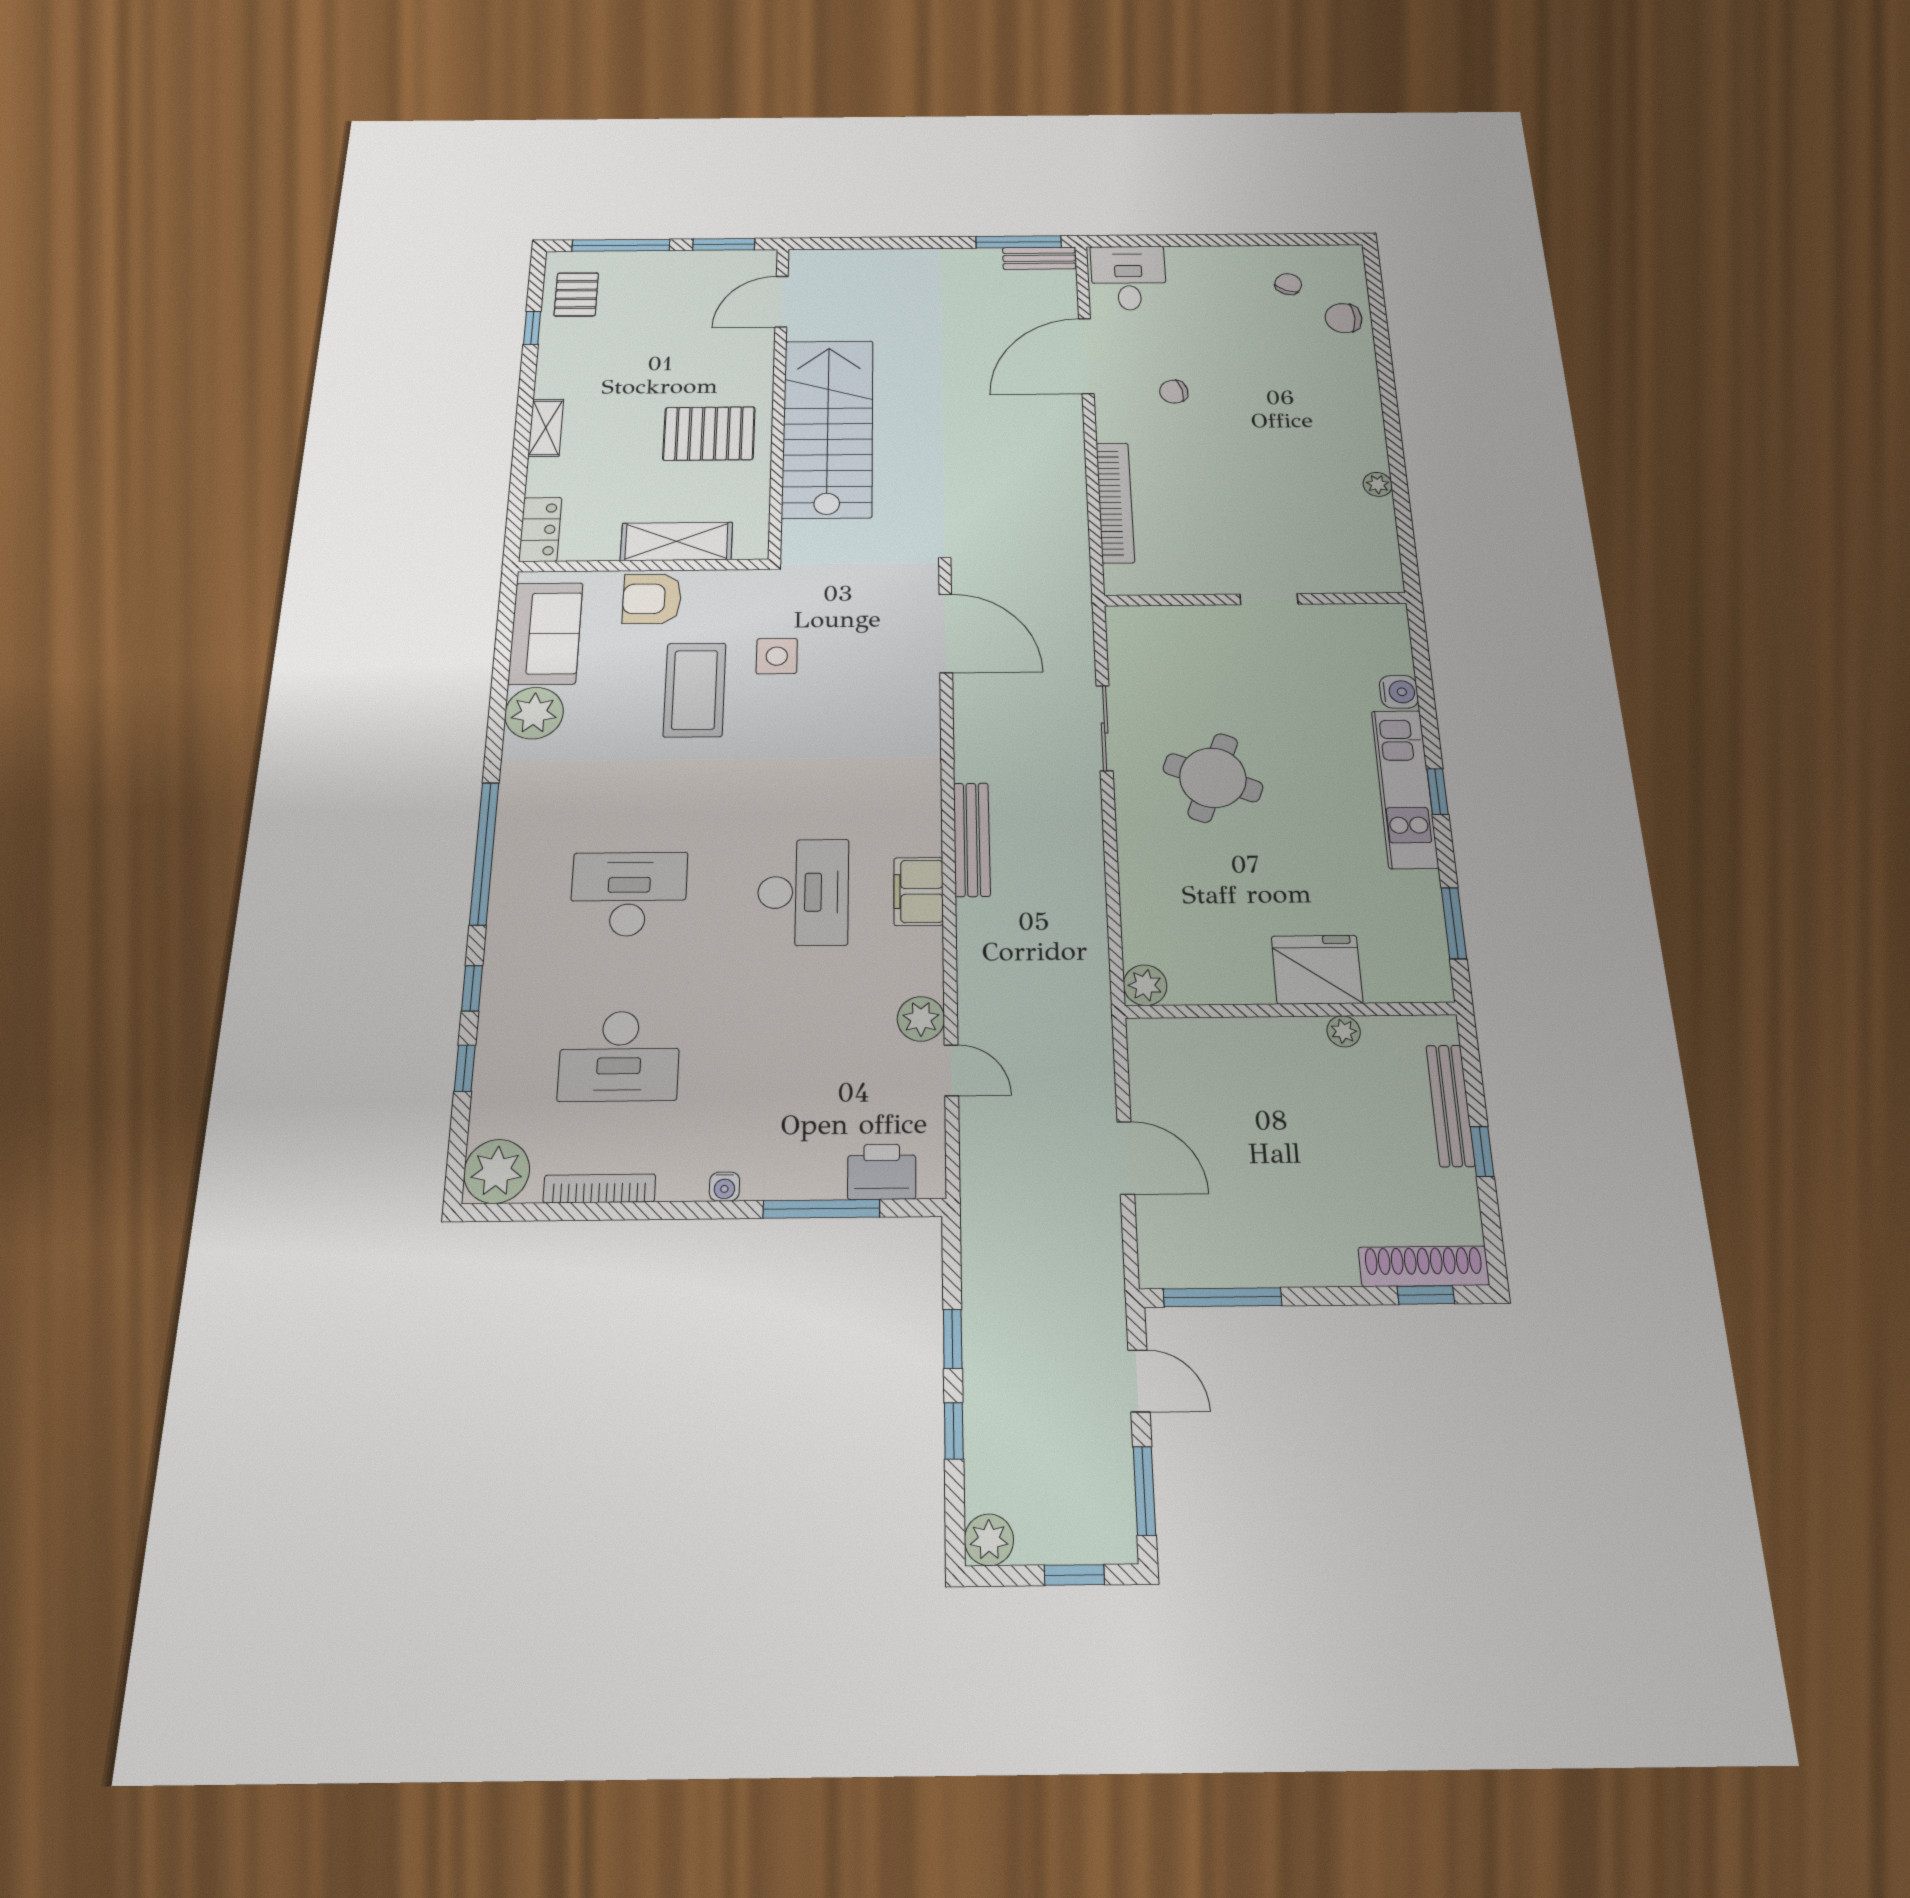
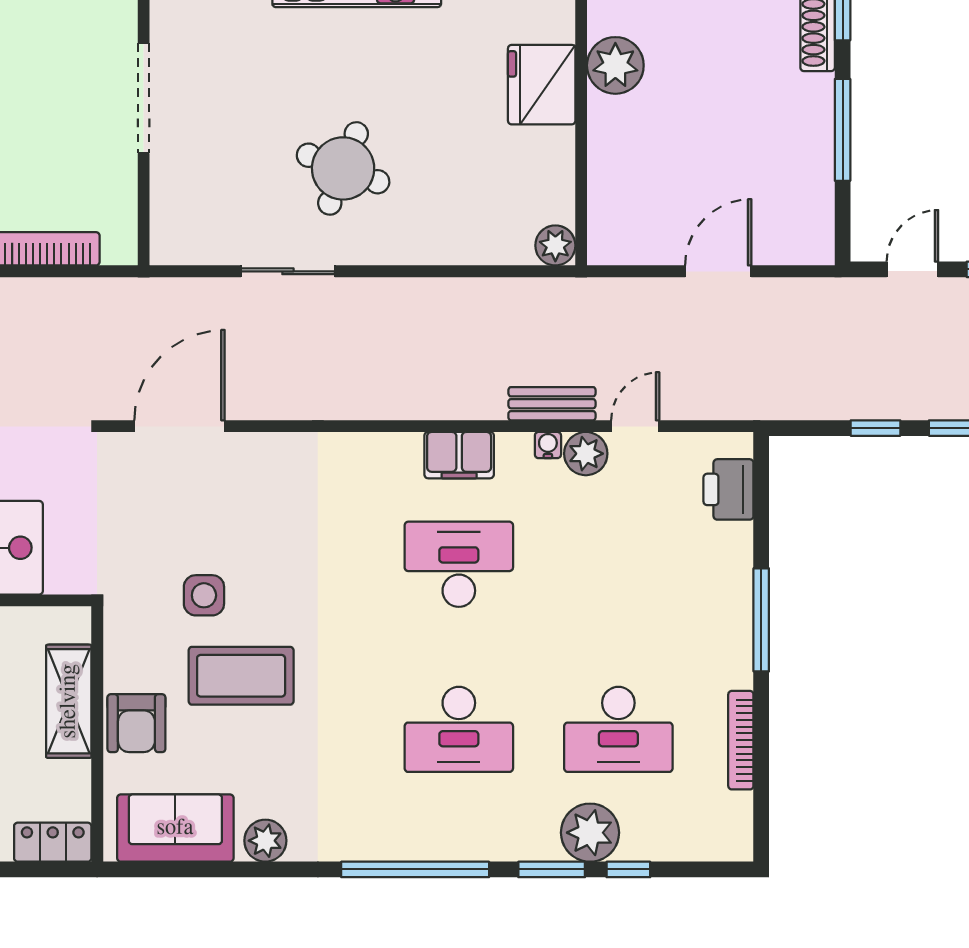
doorway: (1269, 599) -> (144, 98), width x1.88
plant: (534, 713) -> (265, 841), width x0.73, depth x0.73
bench: (972, 839) -> (552, 404), moved, width x0.73
desk: (629, 894) -> (459, 729), turned -90
window: (472, 988) -> (552, 869), width x1.50
plant: (1344, 1031) -> (615, 65), width x1.87, depth x1.87
desk: (619, 1056) -> (618, 729), turned 90
plant: (497, 1171) -> (590, 833), moved
water cooler: (724, 1187) -> (548, 445), moved, turned -90
window: (821, 1209) -> (761, 620), moved
window: (1222, 1297) -> (843, 130), moved

